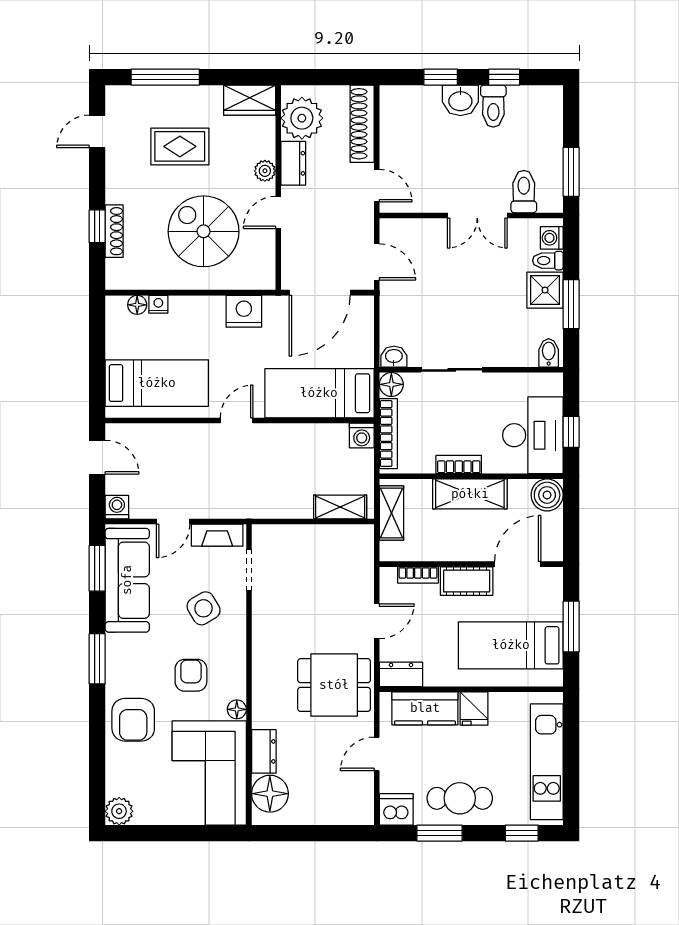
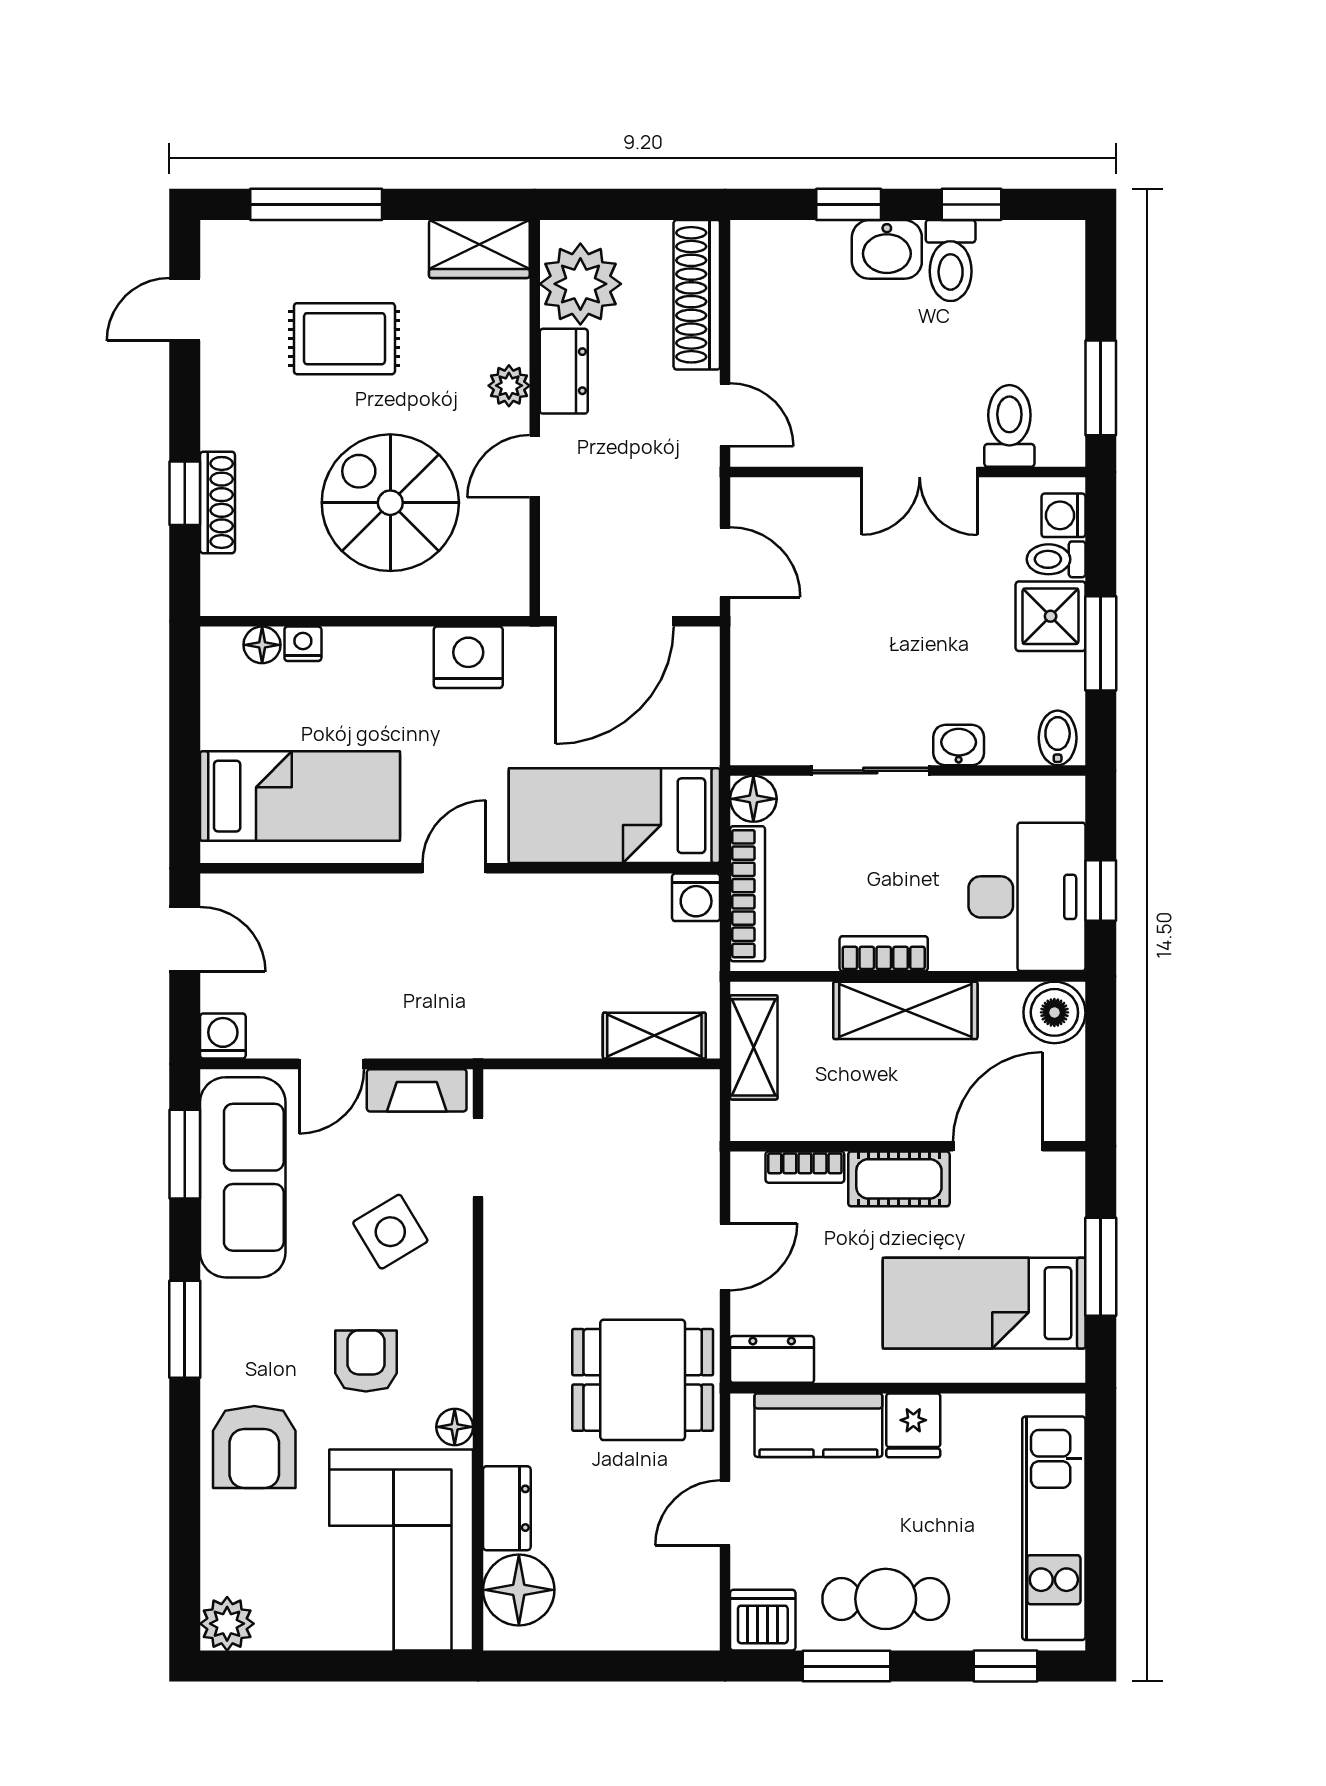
washbasin: (394, 357) -> (959, 745), moved

